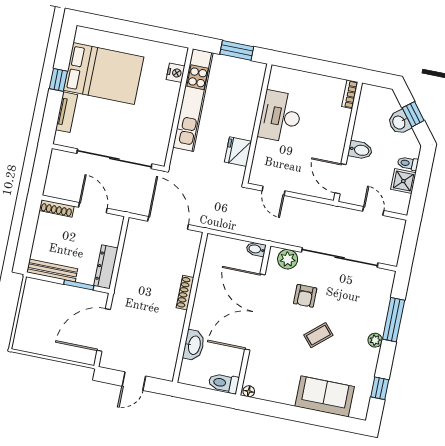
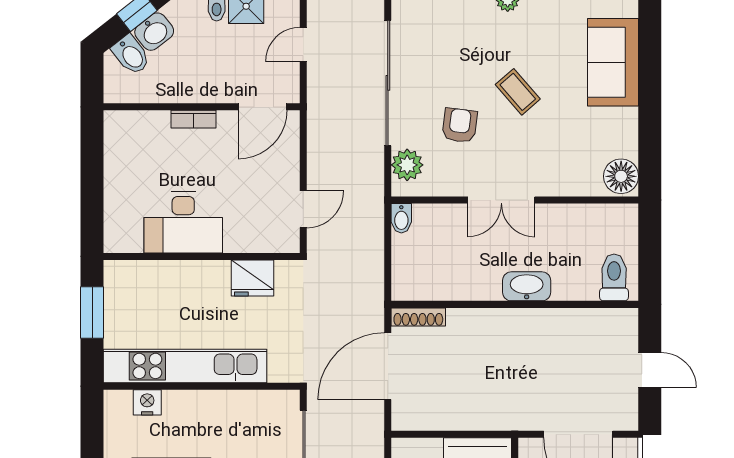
bookcase: (350, 94) -> (193, 119), moved
bidet: (360, 150) -> (131, 55), moved, turned 142
shoe rack: (185, 293) -> (418, 317), moved
armchair: (305, 296) -> (460, 125), turned -83
double door: (255, 312) -> (501, 200), width x0.54
washbasin: (194, 345) -> (527, 286), moved
toilet: (224, 383) -> (614, 277), moved, turned 180
floor lamp: (249, 391) -> (621, 176), width x1.89, depth x1.89

